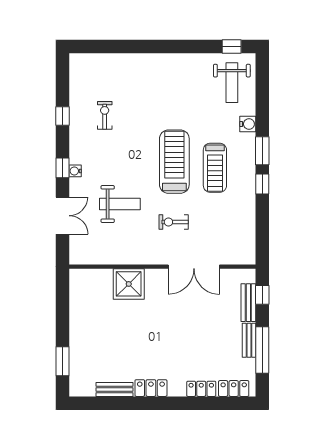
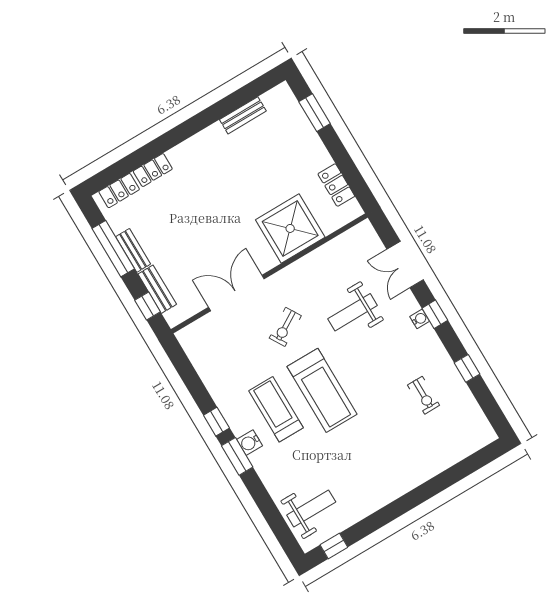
weight bench: (232, 83) -> (311, 508), turned 90
water cooler: (248, 124) -> (250, 443), moved
exercise bike: (174, 222) -> (285, 327), turned 149
shower: (129, 284) -> (290, 228), width x1.37, depth x1.37
locker: (151, 388) -> (336, 185), moved, turned 90

